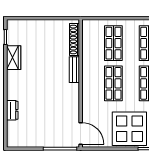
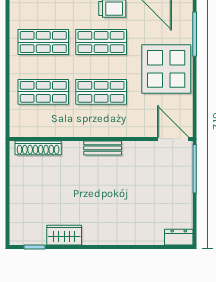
bench: (74, 70) -> (103, 148), moved
dresser: (12, 110) -> (179, 237), moved
door: (81, 133) -> (173, 139), hinge flipped

